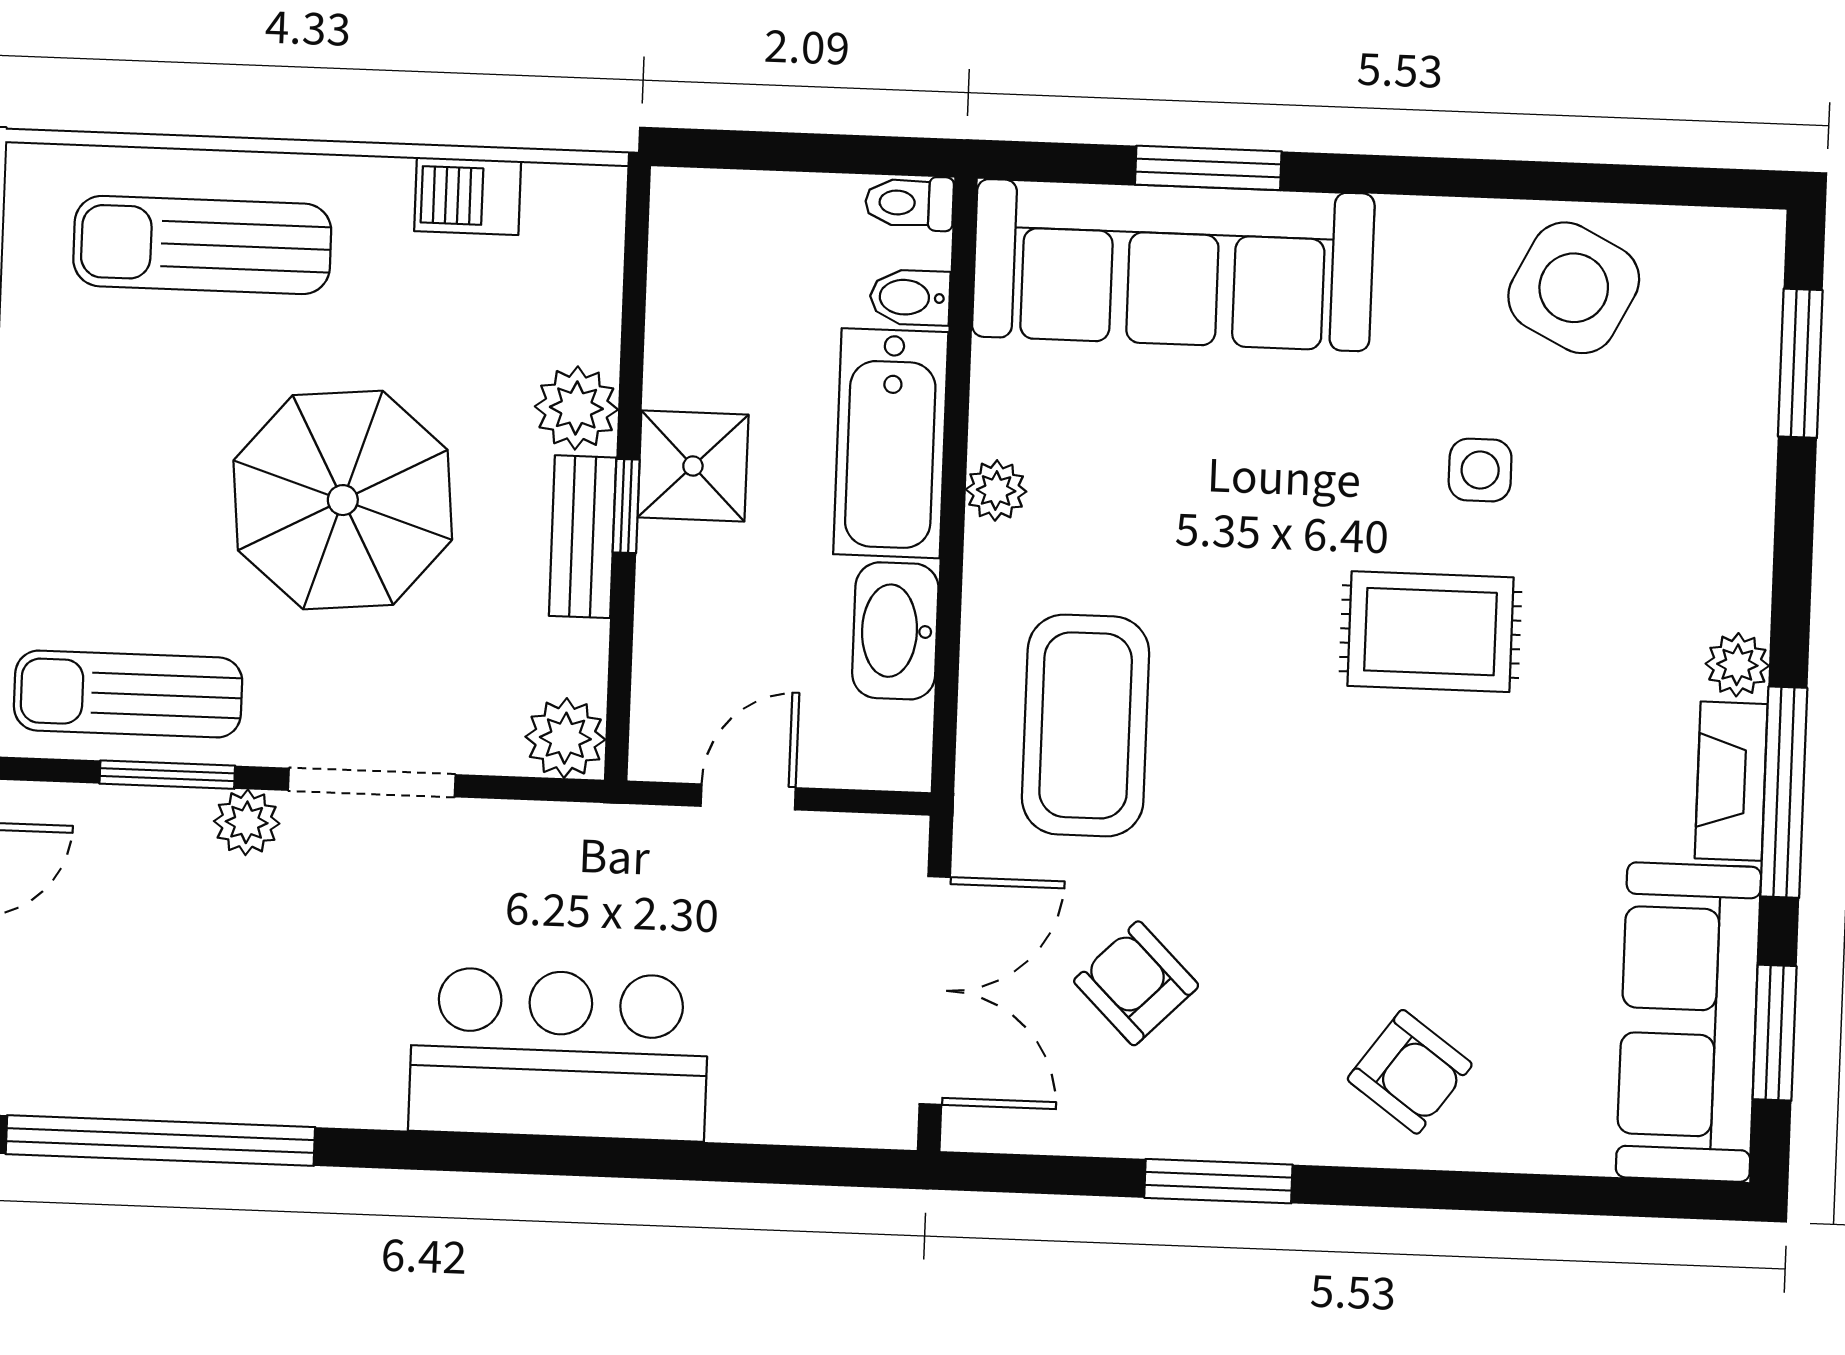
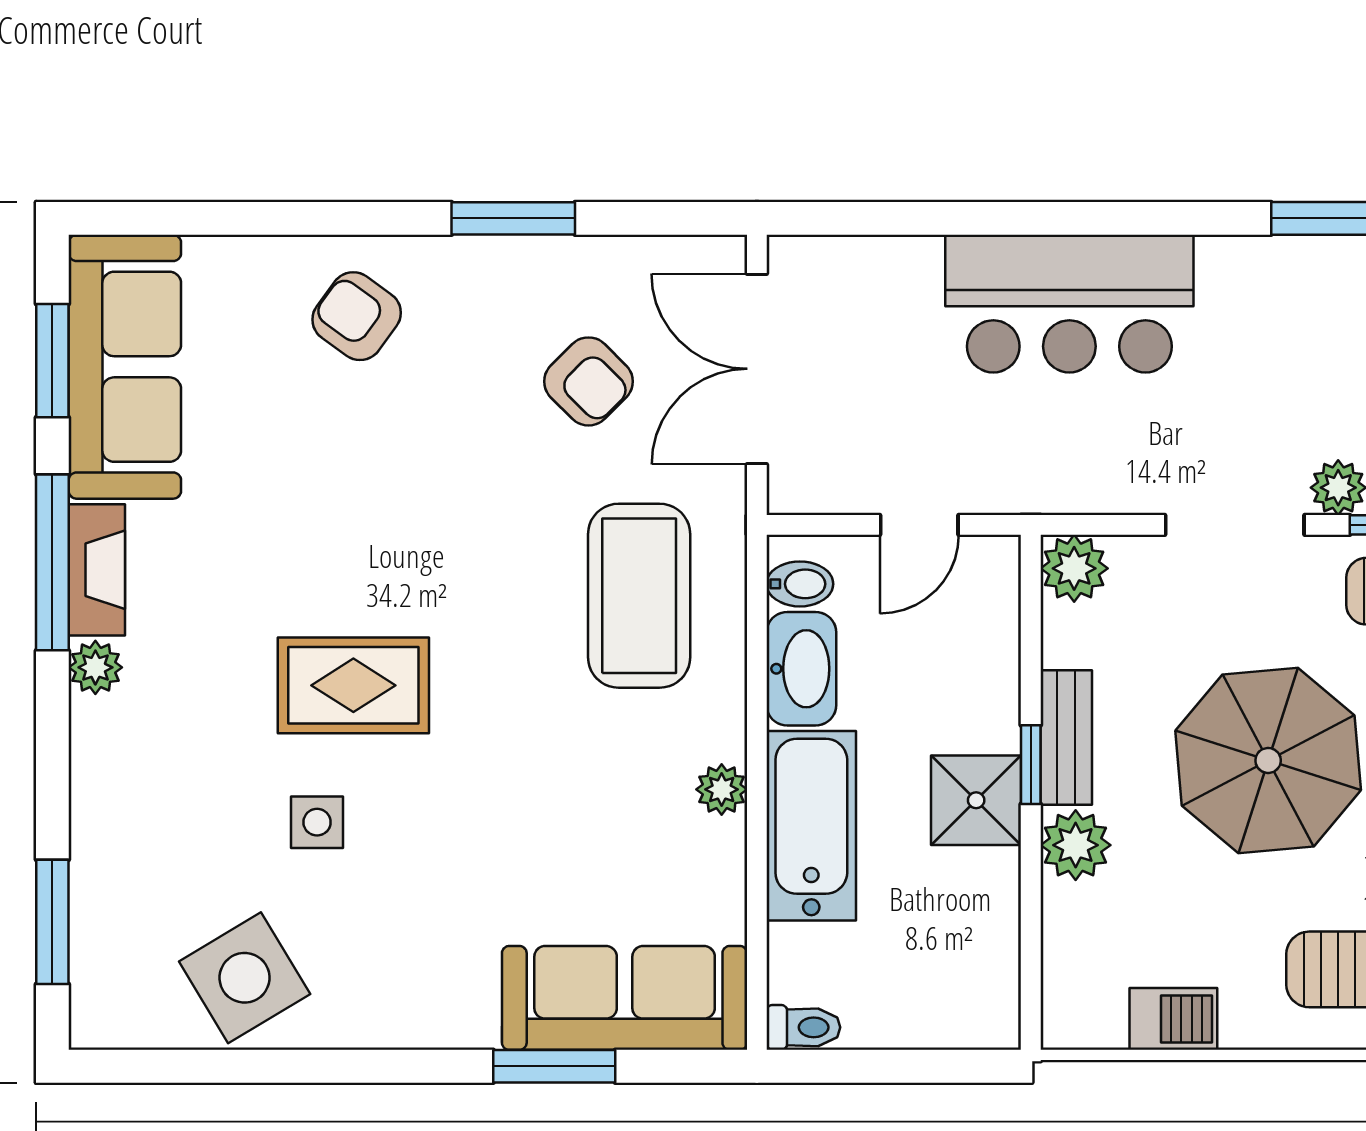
sofa: (1173, 265) -> (625, 998), width x0.74, depth x0.79
side table: (1574, 288) -> (245, 978), turned 32
bidet: (910, 297) -> (800, 584), moved

